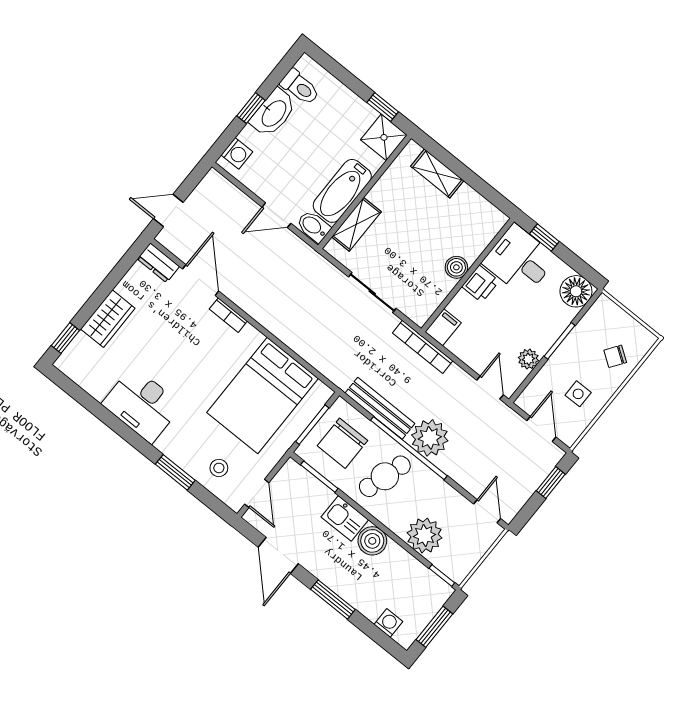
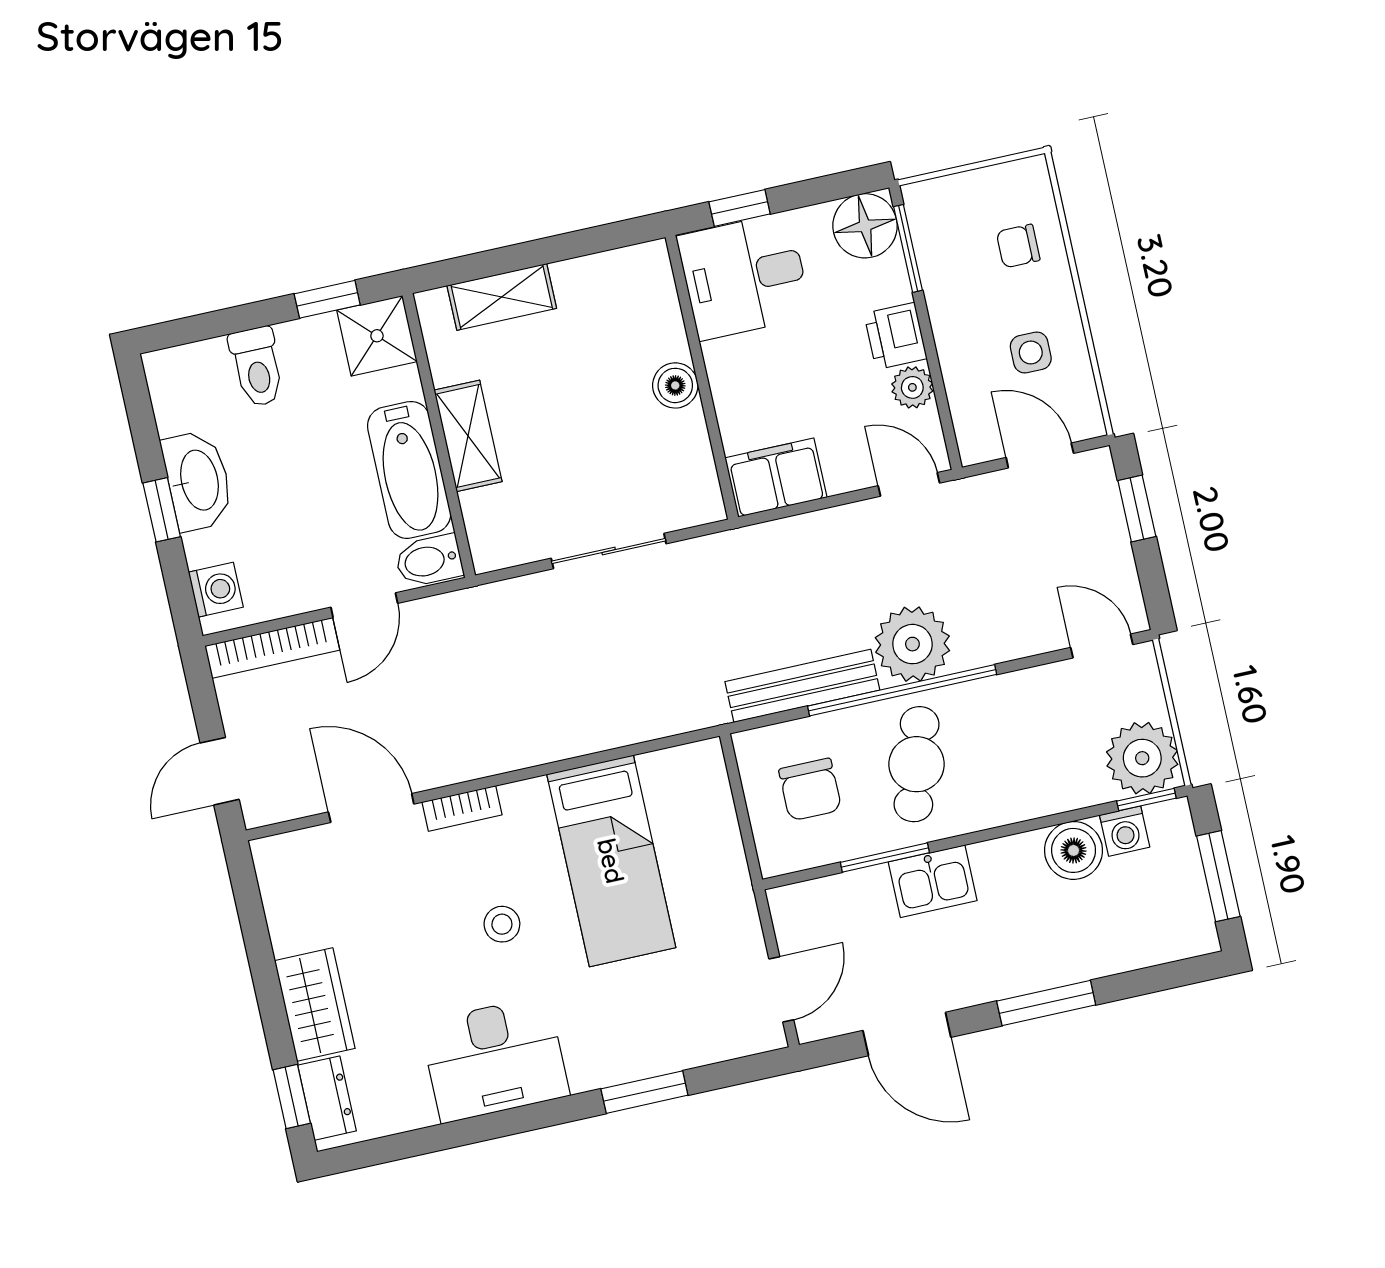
toilet: (300, 87) -> (257, 367), moved, turned 90
shelving: (356, 224) -> (468, 436), moved
dresser: (158, 263) -> (327, 1098), moved, turned -90
printer: (480, 284) -> (895, 336), moved, turned 180
filing cabinet: (443, 327) -> (776, 478), width x2.00
window: (559, 341) -> (908, 248), moved
bookcase: (423, 347) -> (272, 648), moved
chair: (615, 356) -> (1018, 246), turned 55
bed: (262, 395) -> (611, 861), width x0.67
window: (312, 425) -> (742, 814), removed
chair: (342, 443) -> (810, 790), width x0.73, depth x0.73
stool: (219, 468) -> (502, 924), moved
window: (319, 477) -> (885, 857), moved
door: (257, 493) -> (781, 989), hinge flipped
plant: (425, 535) -> (1142, 758), moved
boiler: (372, 541) -> (1074, 850), moved
washing machine: (388, 623) -> (1125, 831), moved, turned 180

